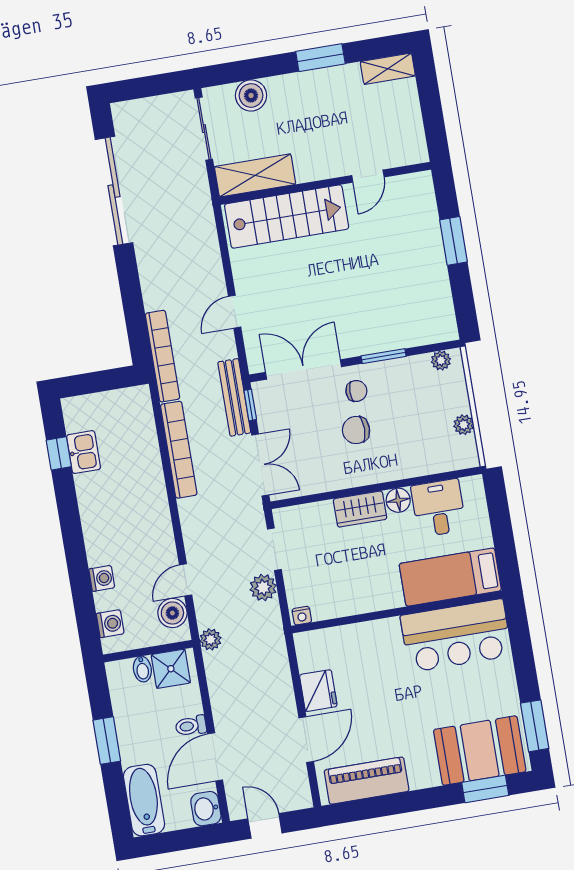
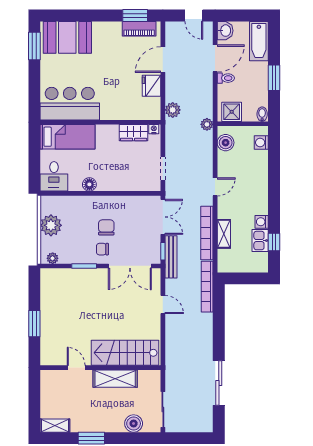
shelving: (255, 175) -> (115, 379), moved
door: (368, 176) -> (76, 368), hinge flipped
sliding door: (114, 191) -> (219, 383), width x0.73
door: (235, 312) -> (163, 305), hinge flipped
plant: (464, 425) -> (51, 225), width x1.88, depth x1.88
chair: (356, 430) -> (106, 227), turned -90
shelving: (149, 453) -> (224, 234), added
double door: (260, 465) -> (163, 217), swing flipped
desk: (439, 508) -> (54, 176), moved
wardrobe: (360, 509) -> (134, 133), moved, turned 180
washing machine: (102, 578) -> (262, 222), moved
door: (186, 580) -> (215, 187), moved
plant: (263, 588) -> (173, 110), moved
bidet: (142, 669) -> (262, 114), moved
piano: (367, 781) -> (139, 29), width x0.73, depth x0.75
window: (485, 789) -> (135, 15), moved

